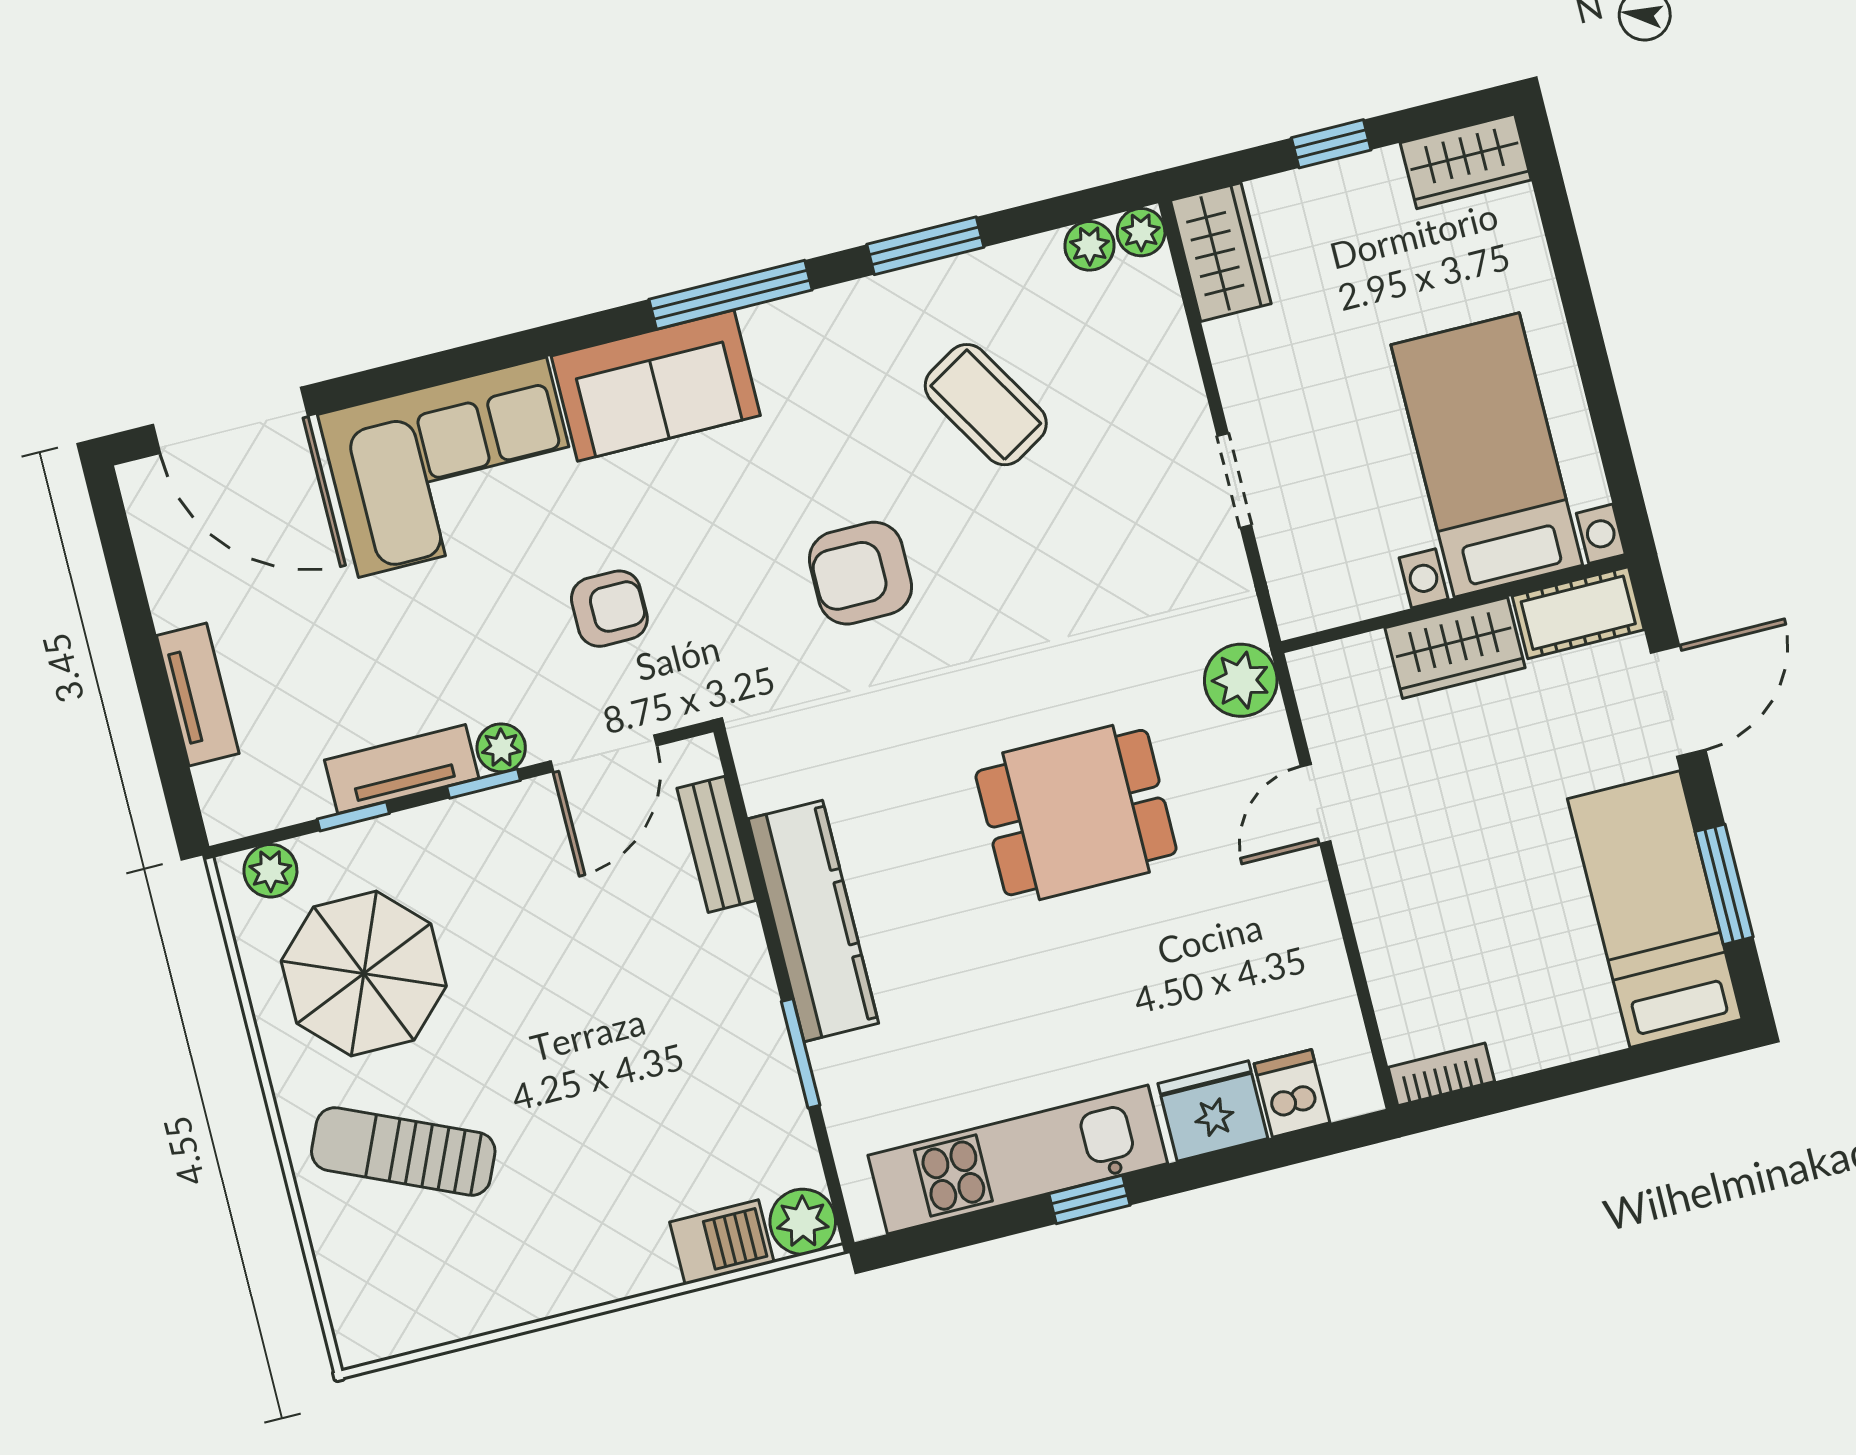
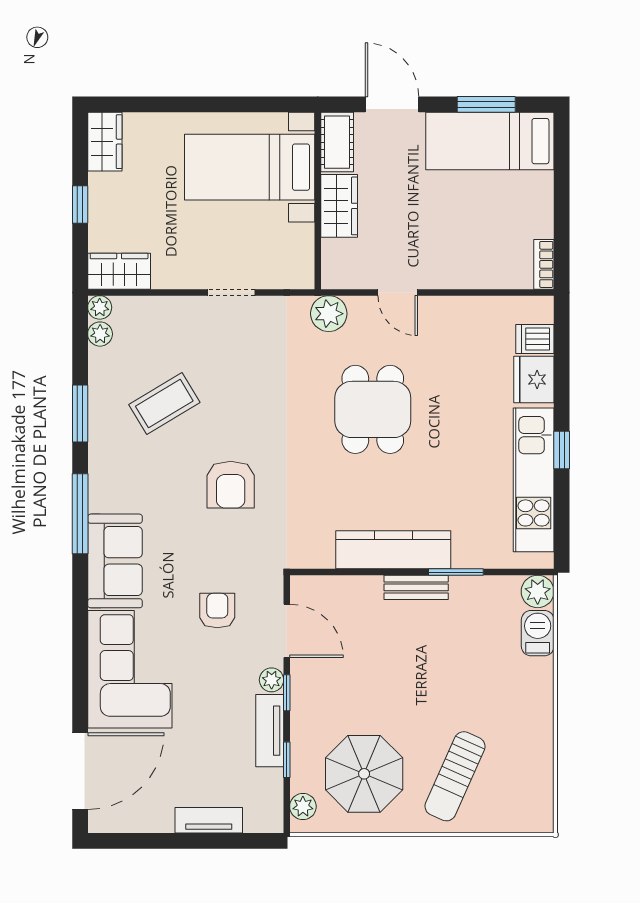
bench: (716, 844) -> (416, 587), moved

